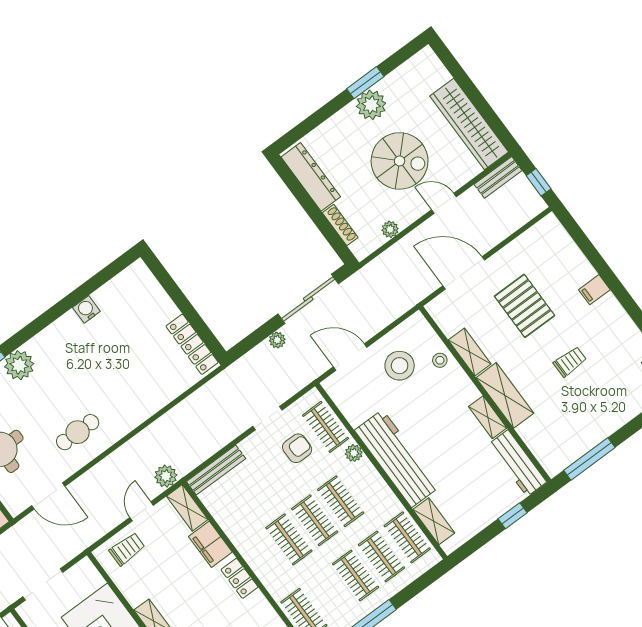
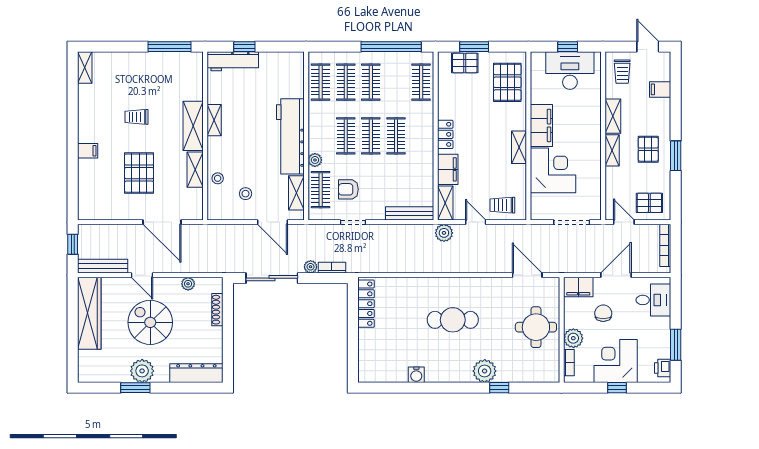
dresser: (311, 177) -> (196, 373), moved, turned 90
bench: (498, 177) -> (103, 266), width x1.36
bookcase: (254, 355) -> (332, 268), added
stool: (400, 366) -> (246, 194), width x0.53, depth x0.53
cafe table: (78, 432) -> (453, 320), moved, width x1.37, depth x1.35
workbench: (518, 463) -> (233, 61), moved, turned 90
door: (142, 511) -> (476, 222), swing flipped
shelving: (434, 521) -> (296, 193), moved

